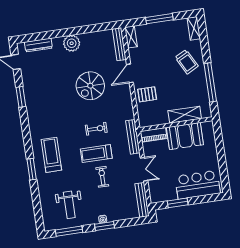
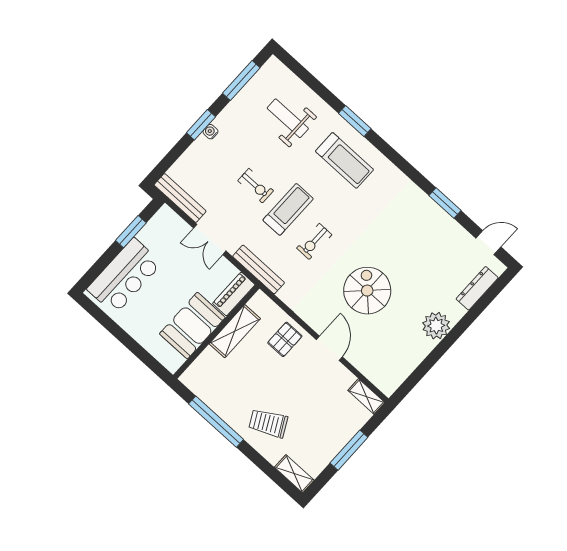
bench: (119, 44) -> (374, 375), removed
shelving: (185, 115) -> (235, 331), moved
weight bench: (69, 205) -> (288, 118), moved

